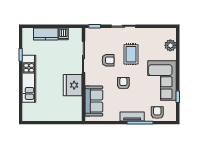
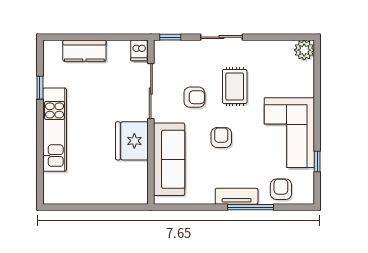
dishwasher: (63, 34) -> (139, 50), moved
plant: (170, 45) -> (304, 50), moved
sofa: (94, 101) -> (169, 159), width x1.36

